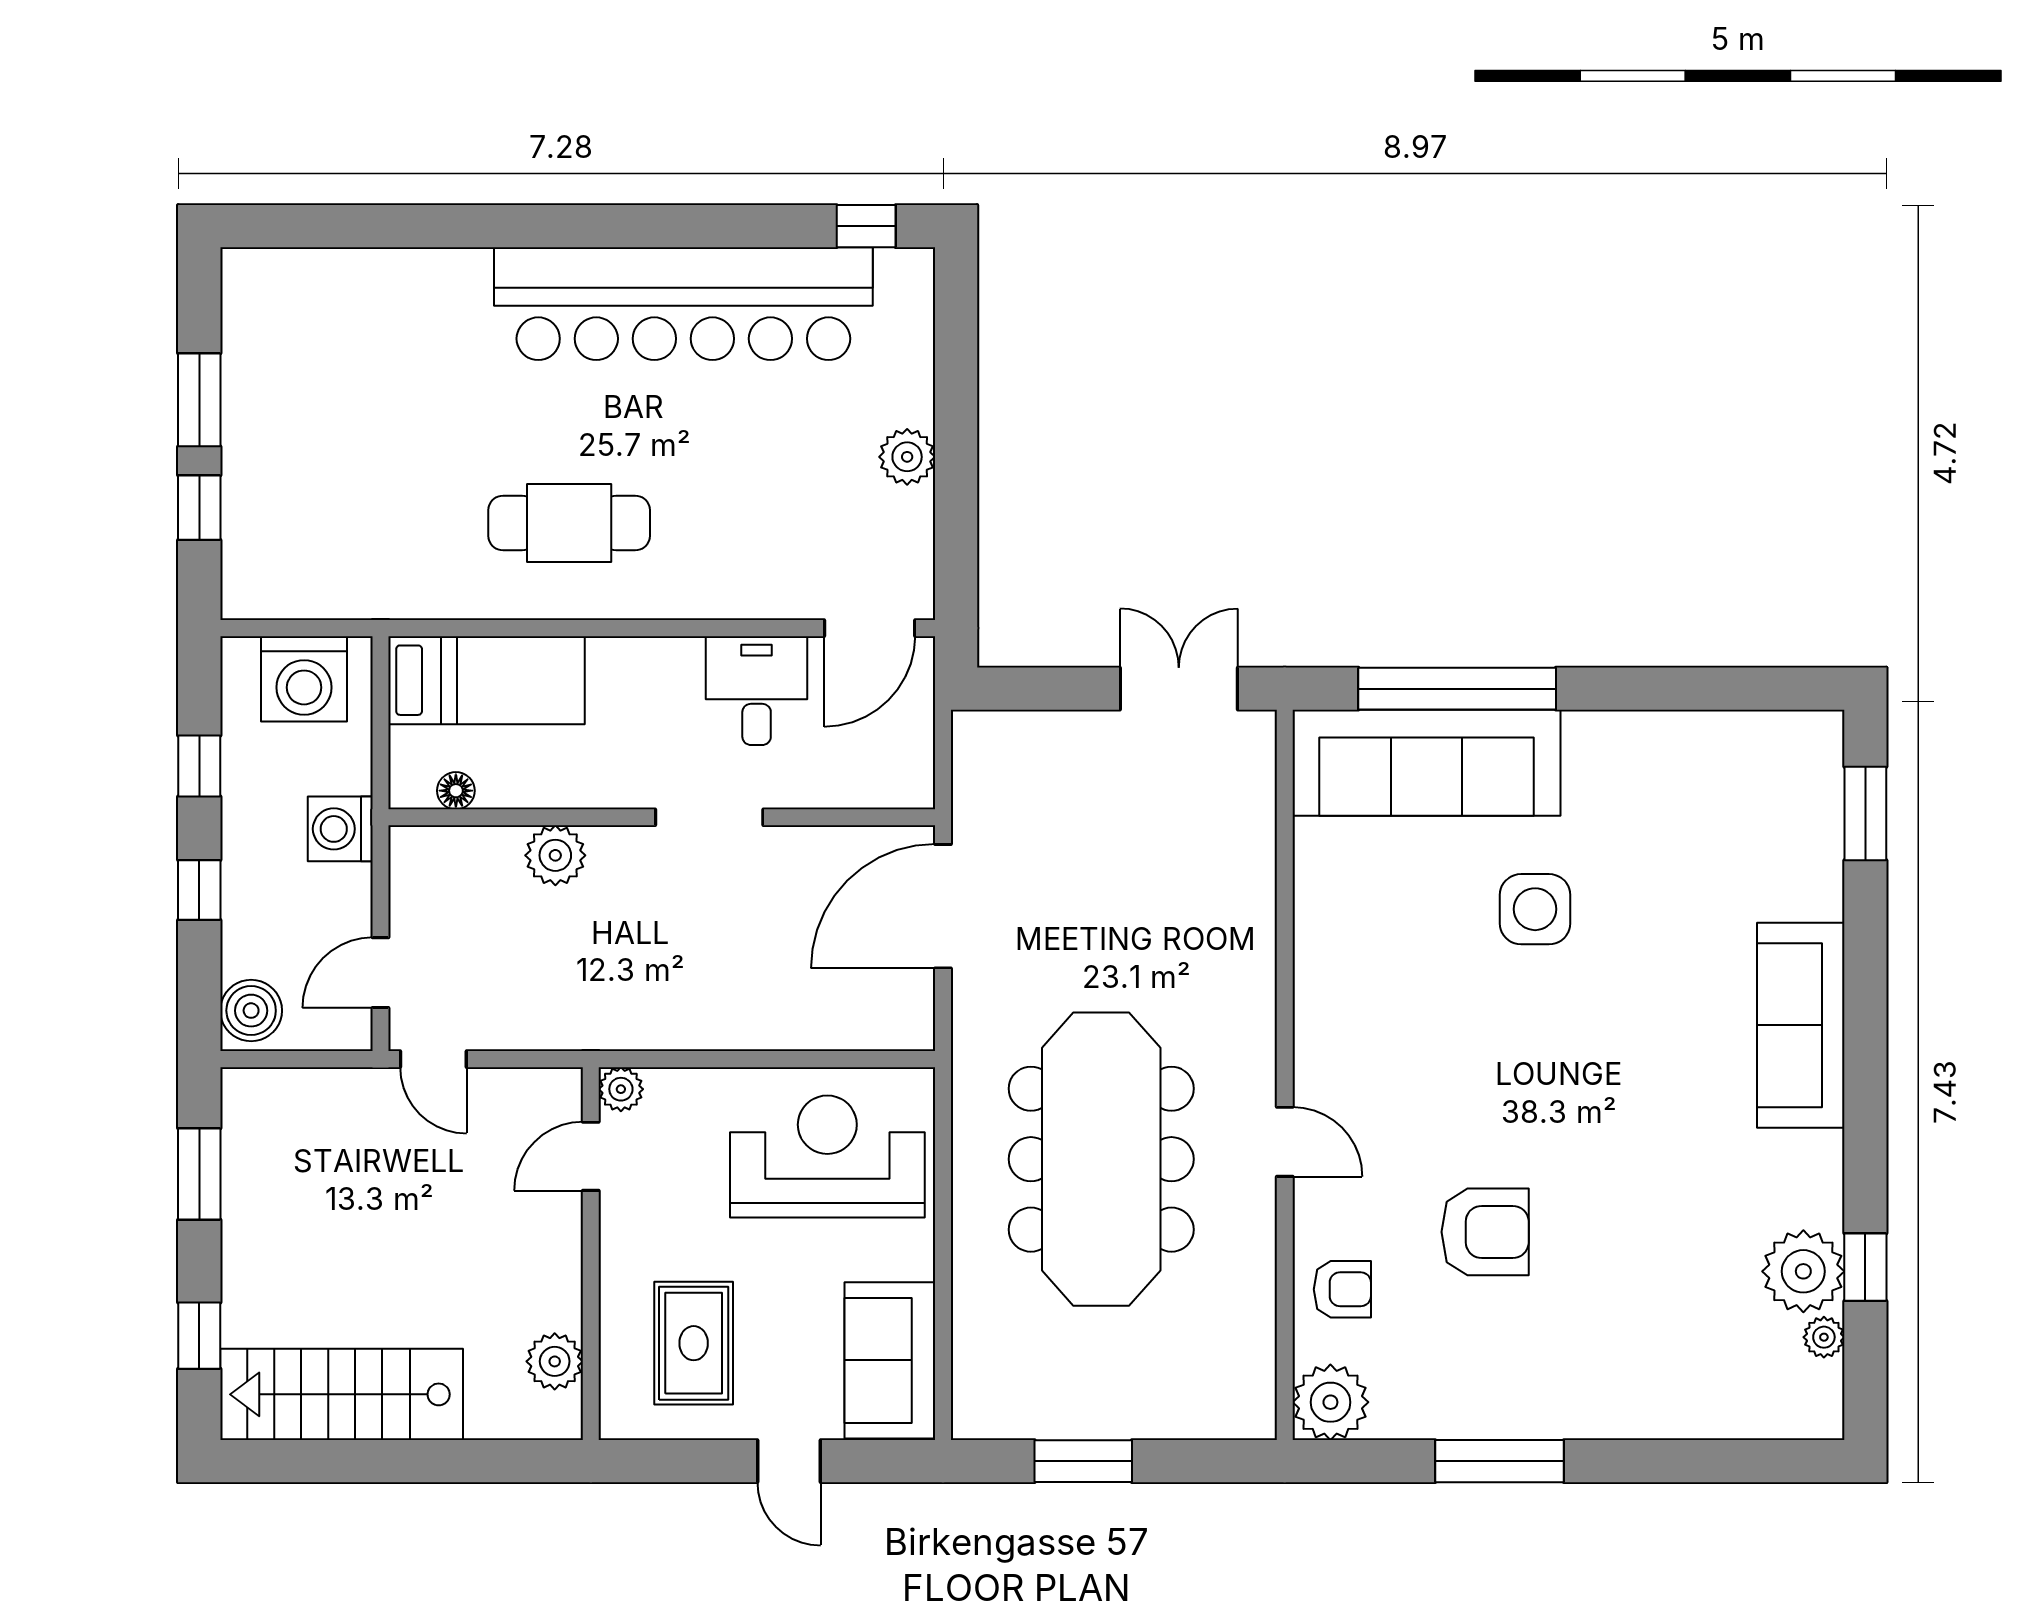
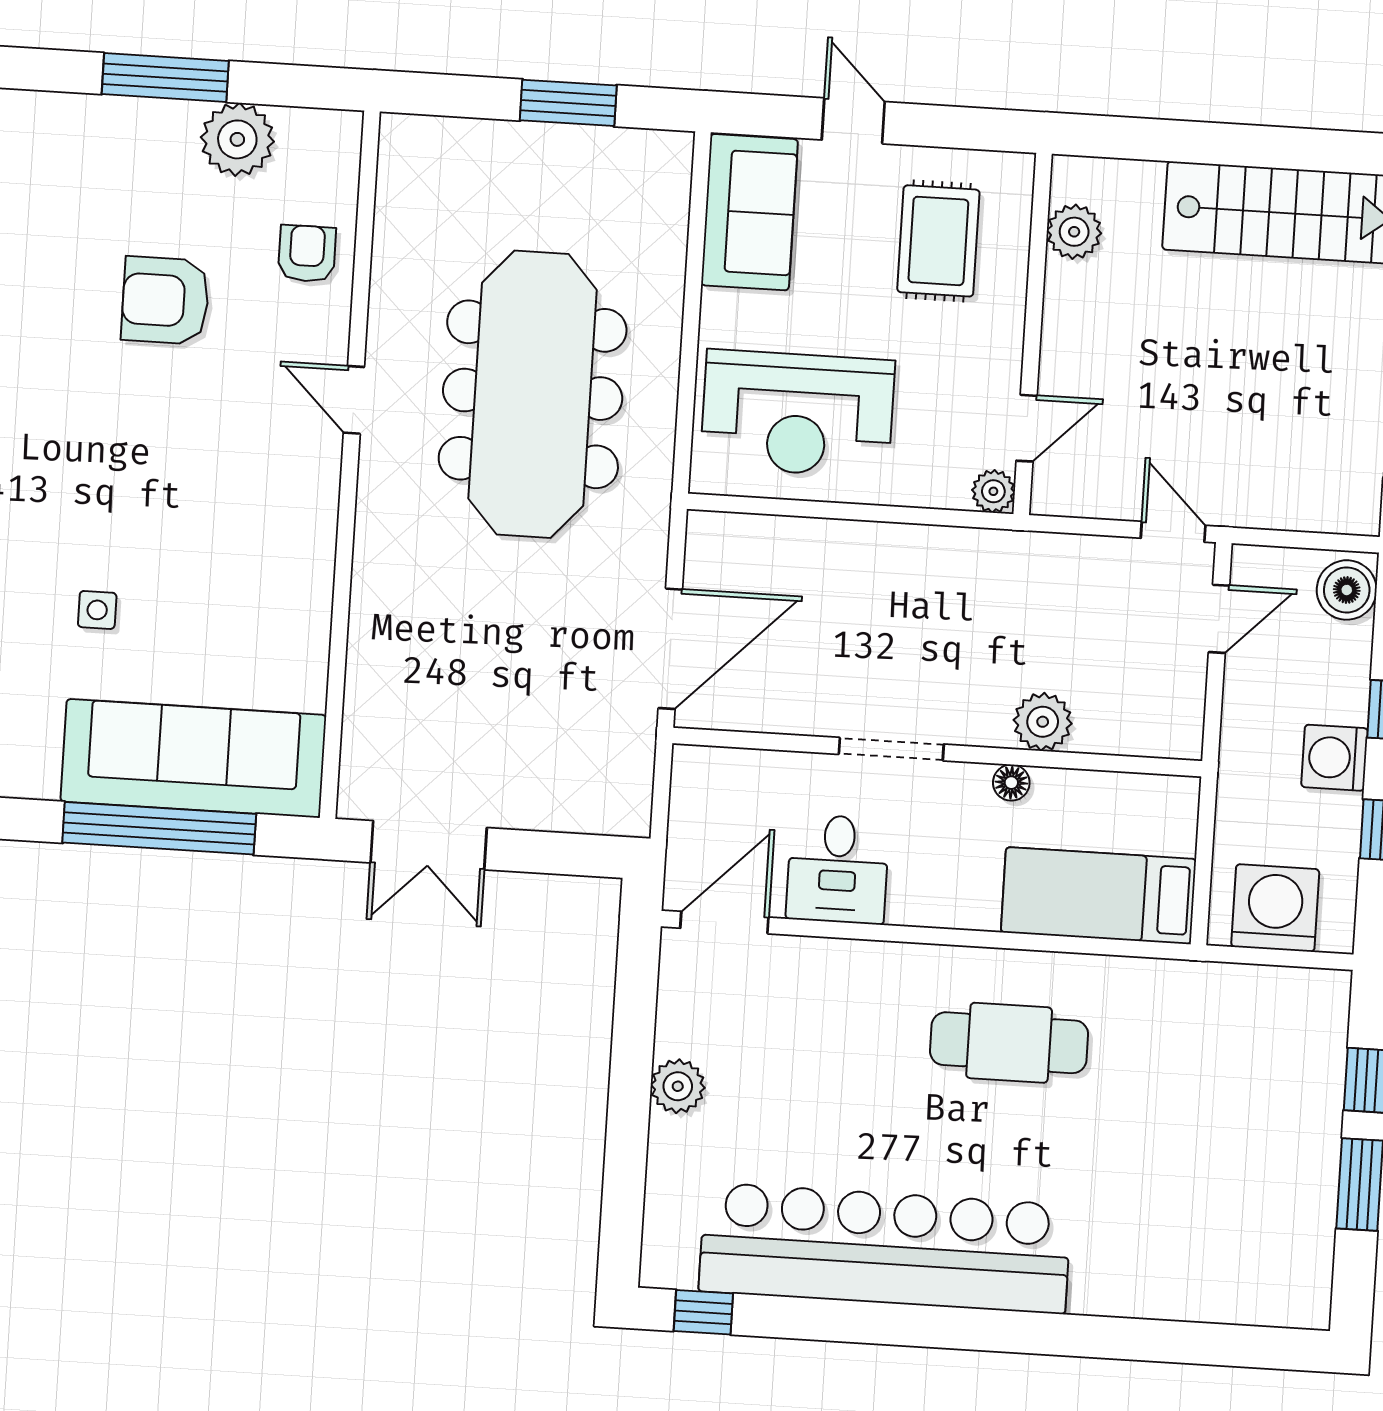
floor lamp: (456, 791) -> (1011, 783), moved
washing machine: (340, 829) -> (1335, 758), moved, turned 180
side table: (1535, 909) -> (97, 610), width x0.54, depth x0.54
armchair: (1342, 1289) -> (307, 254), turned 90
plant: (1330, 1402) -> (237, 139), moved

